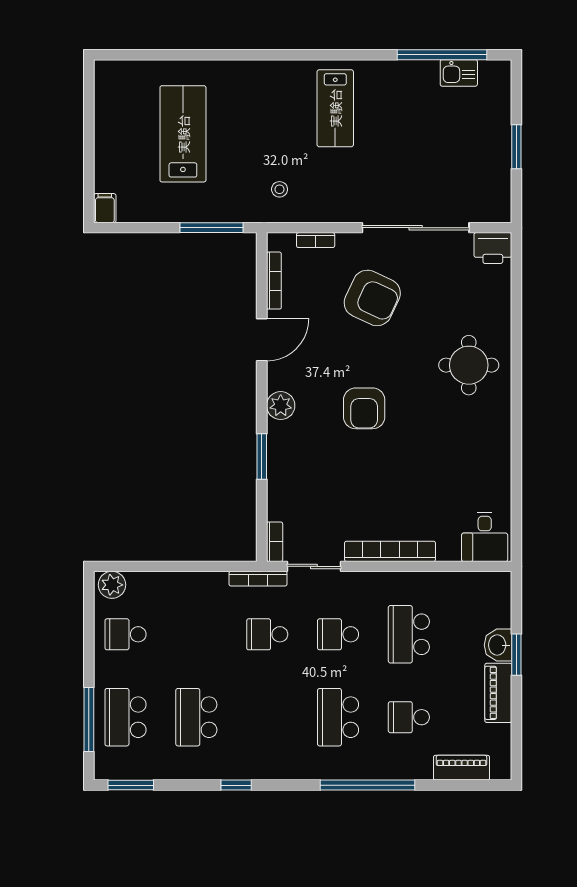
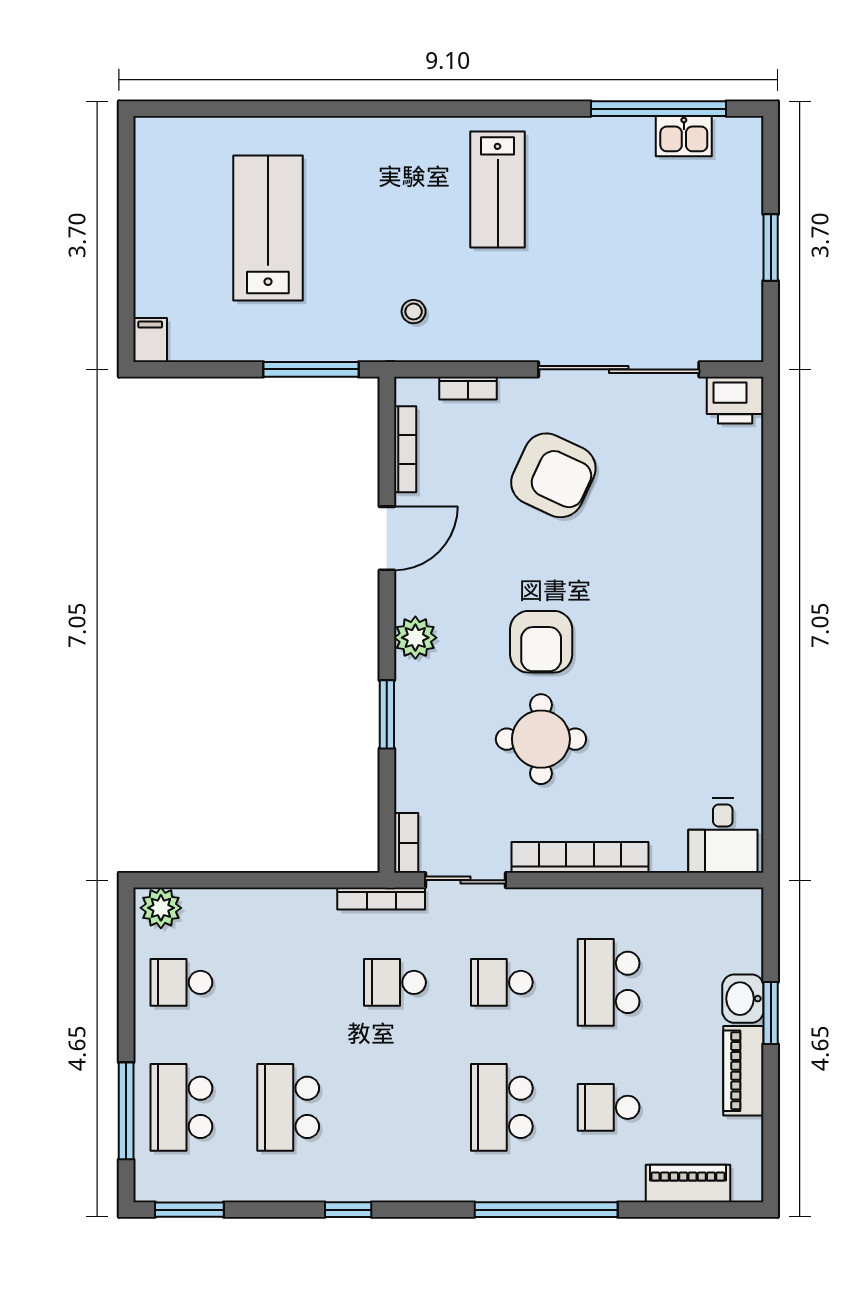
round table: (469, 365) -> (541, 739), moved

